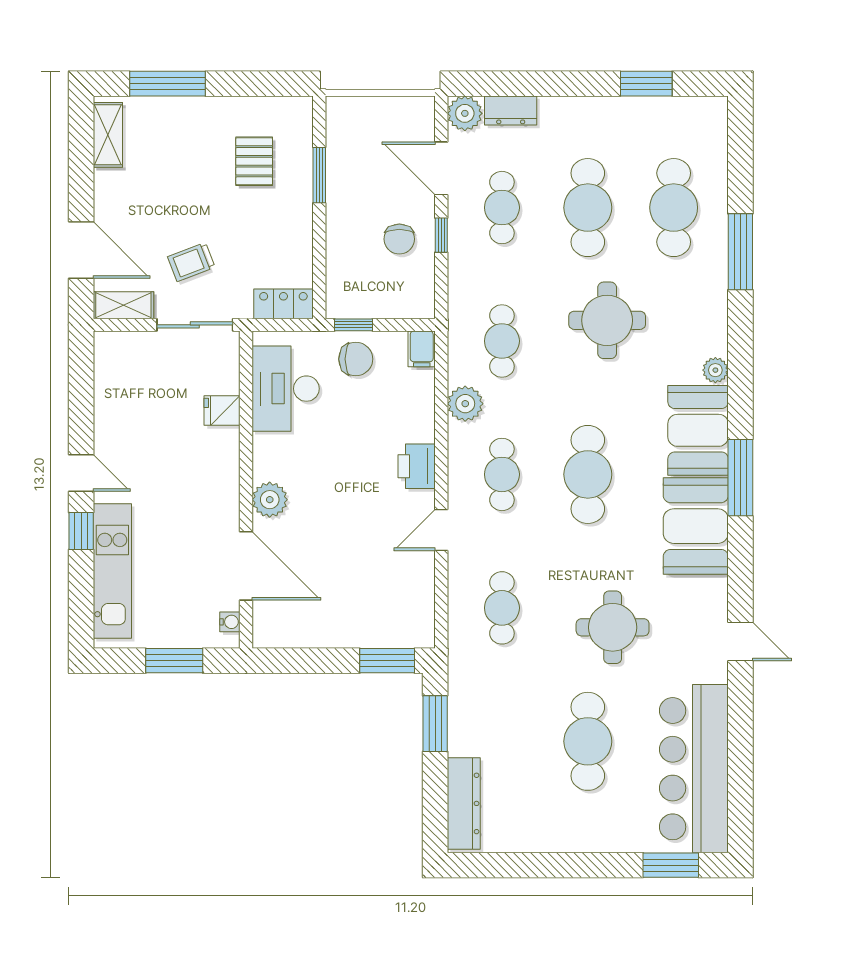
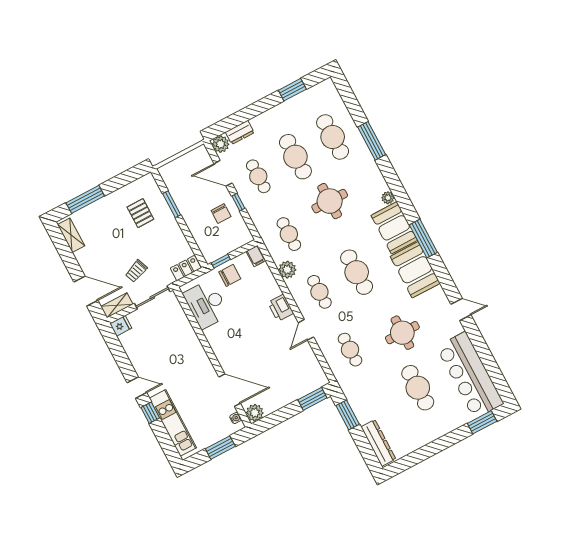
fridge: (222, 411) -> (121, 326), moved, turned 180
plant: (270, 500) -> (255, 413), moved

